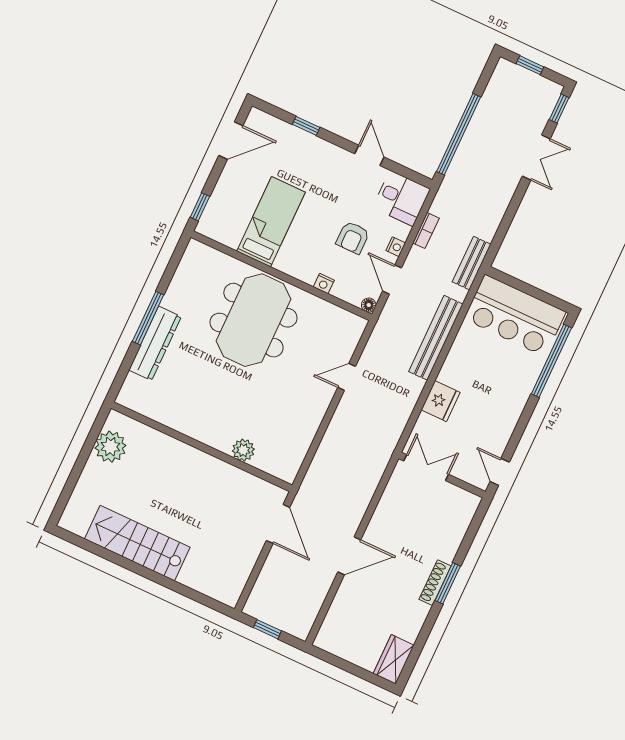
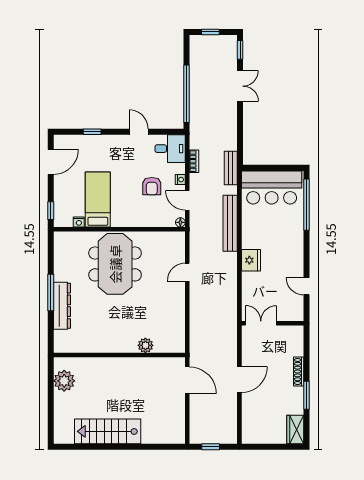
nightstand: (324, 284) -> (79, 222), moved
double door: (426, 468) -> (261, 323), moved
wall: (442, 475) -> (273, 323), moved
window: (448, 583) -> (307, 395), moved

